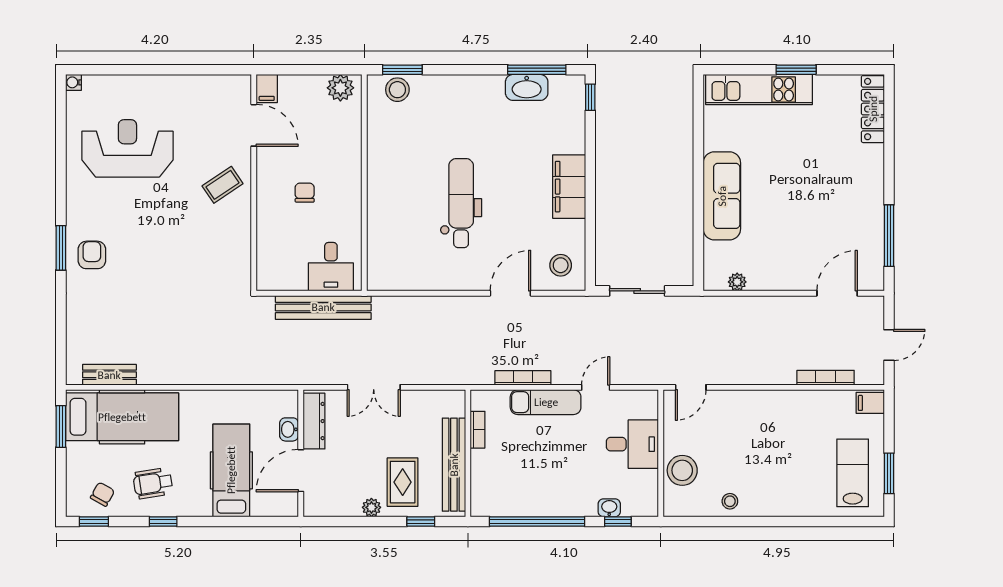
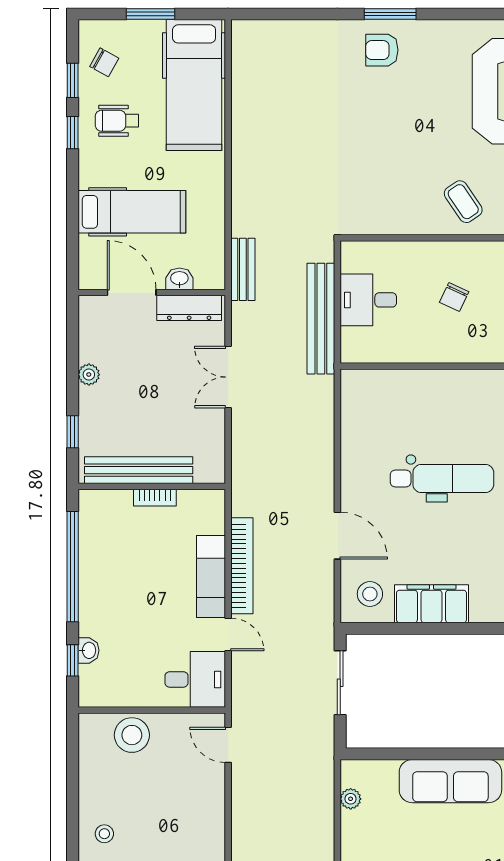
filing cabinet: (569, 187) -> (431, 604), moved
chair: (305, 193) -> (454, 297), turned 115
armchair: (92, 255) -> (382, 50), turned 180
desk: (331, 267) -> (368, 300), moved
bench: (109, 375) -> (243, 269), moved
bookcase: (523, 378) -> (242, 566), width x1.48, depth x1.31
window: (61, 426) -> (150, 14), moved
bookcase: (478, 430) -> (155, 498), moved
desk: (632, 444) -> (195, 679), moved, turned -90
rug: (403, 482) -> (118, 411), removed
wheelchair: (153, 483) -> (117, 121), turned -81
stool: (730, 501) -> (104, 834), moved
window: (94, 521) -> (73, 80), moved

